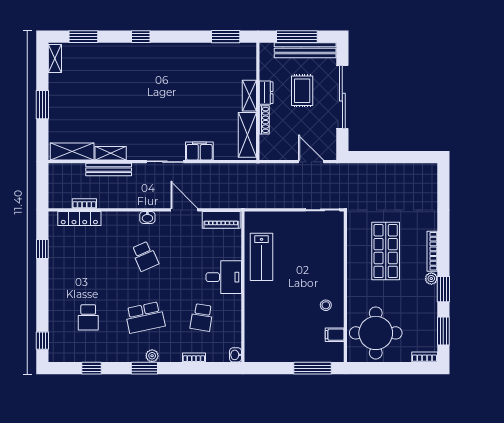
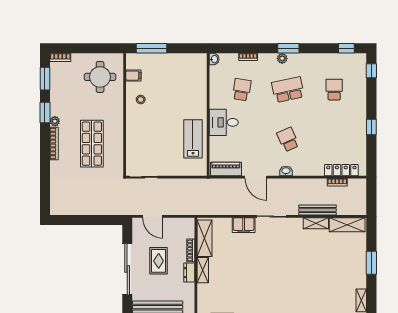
rug: (302, 91) -> (159, 261), moved
window: (42, 249) -> (371, 127), moved
round table: (376, 333) -> (100, 77), width x0.73, depth x0.73
window: (92, 368) -> (346, 48), moved

